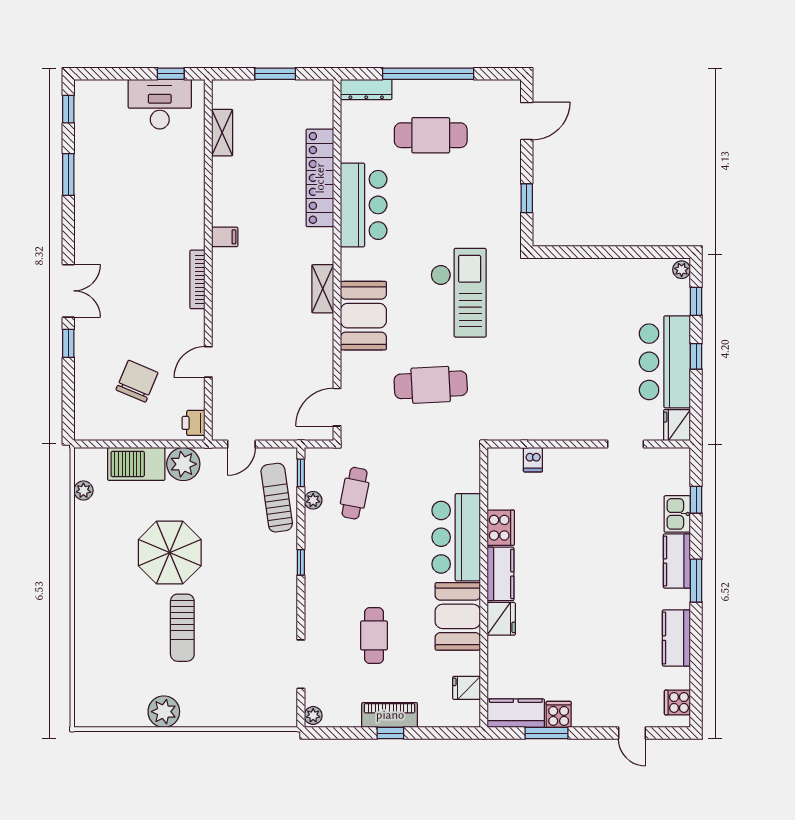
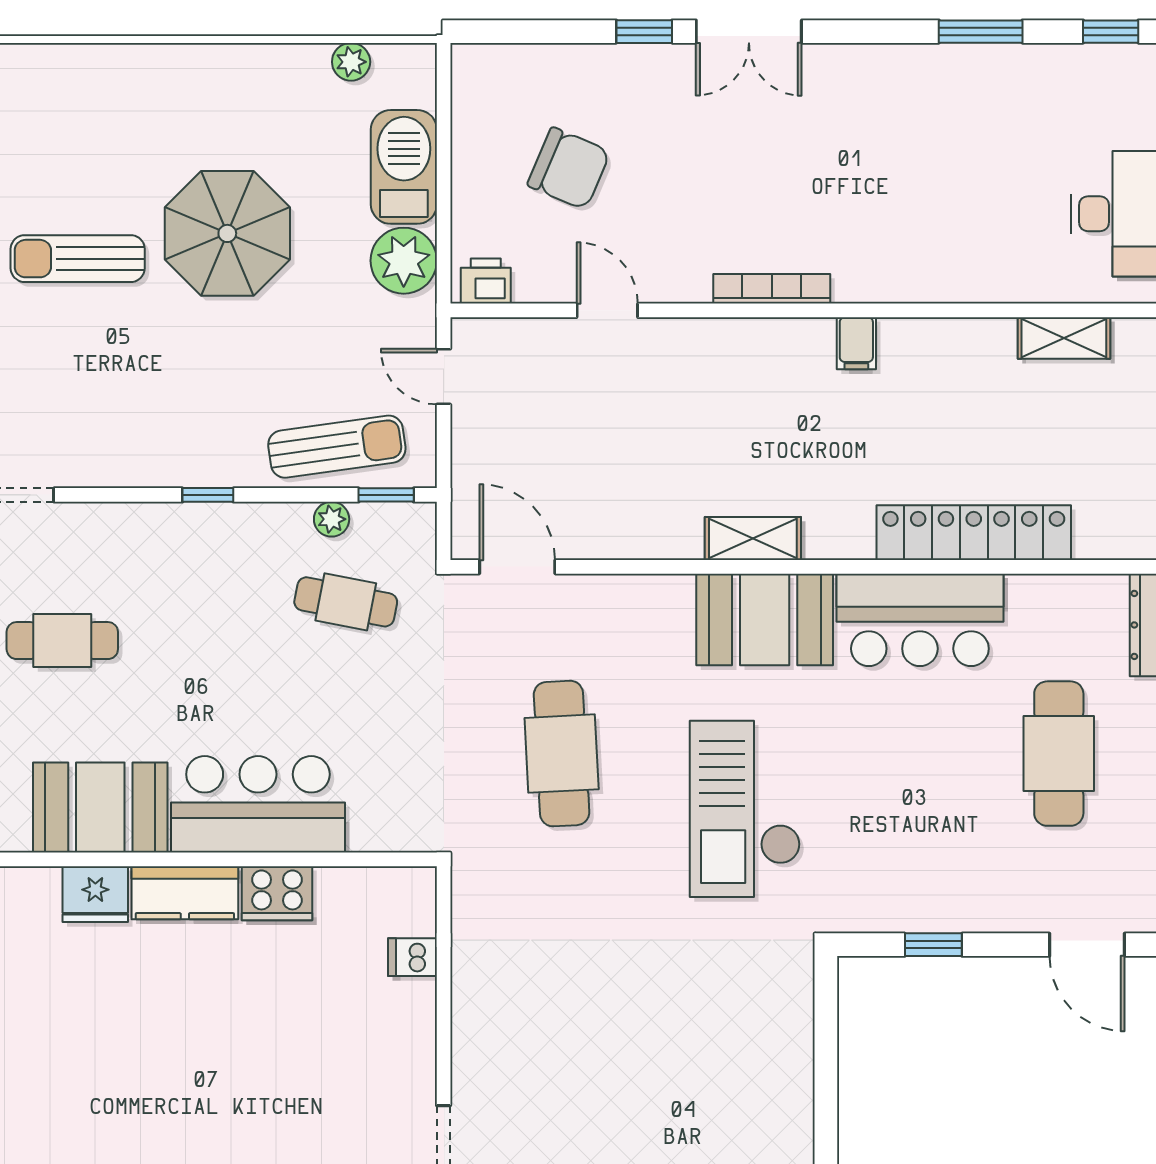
checkout: (459, 293) -> (745, 809), turned 90
booth: (363, 316) -> (765, 619), moved

